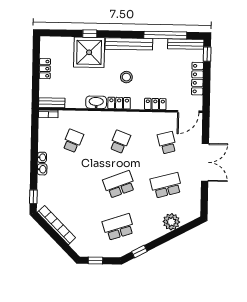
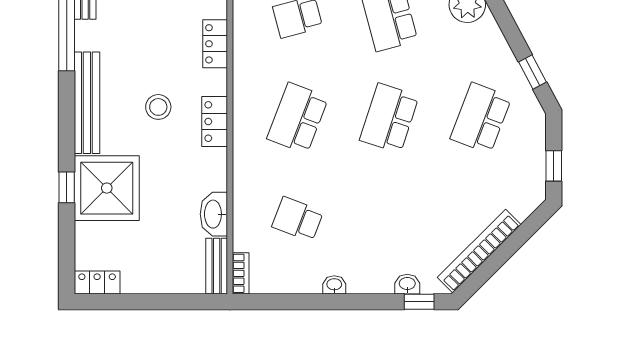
locker: (45, 69) -> (97, 282), moved
washbasin: (96, 102) -> (214, 214), moved
school desk: (120, 142) -> (298, 118), width x1.85
washbasin: (42, 169) -> (407, 284), moved
school desk: (119, 184) -> (389, 118), turned 39
school desk: (118, 227) -> (481, 118), turned 39

